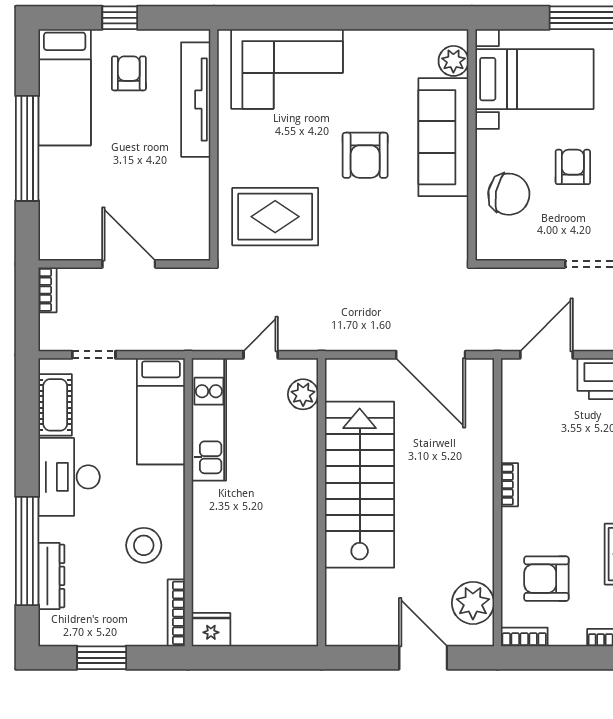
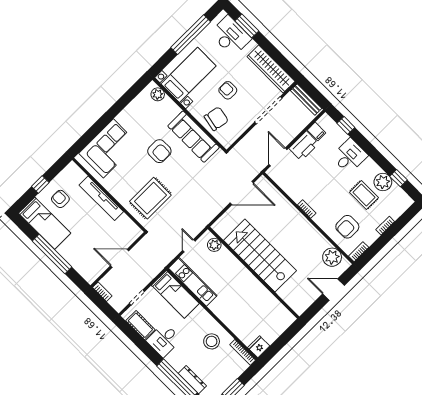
tv unit: (196, 100) -> (101, 198), moved
sofa: (443, 137) -> (194, 137), moved
desk: (69, 477) -> (164, 340), width x0.73

